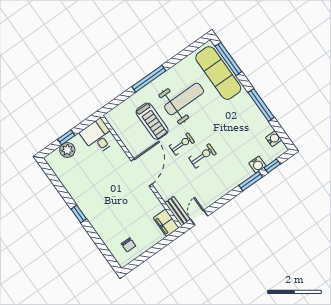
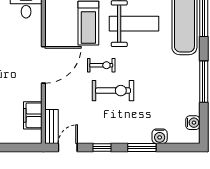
exercise bike: (202, 156) -> (113, 91), width x1.38, depth x1.39
window: (272, 166) -> (102, 148), moved
filing cabinet: (166, 223) -> (33, 115), moved

